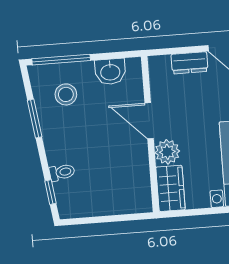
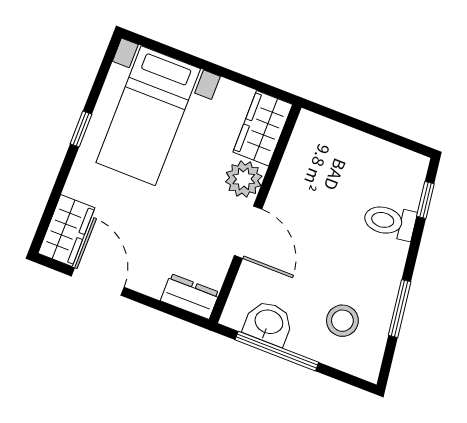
window: (61, 60) -> (277, 351), moved
dresser: (190, 63) -> (190, 296), moved
toilet: (62, 172) -> (390, 222), width x1.37, depth x1.39

